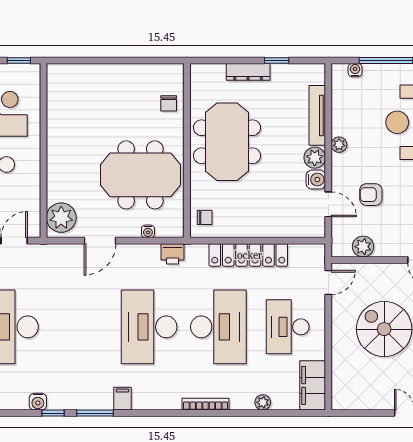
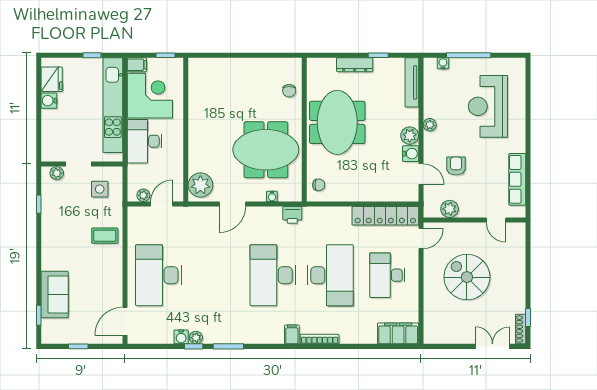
tv unit: (317, 115) -> (412, 82), moved
armchair: (371, 195) -> (456, 166), turned 90
locker: (248, 255) -> (385, 216), moved
filing cabinet: (313, 385) -> (398, 333), moved, turned 90
filing cabinet: (122, 399) -> (292, 334), moved
plant: (263, 402) -> (196, 338), moved

